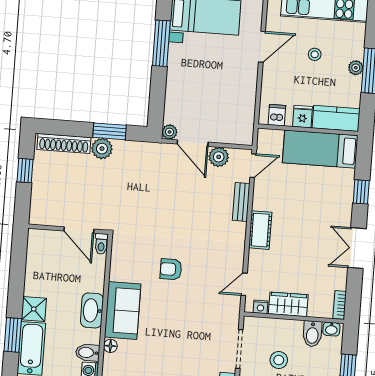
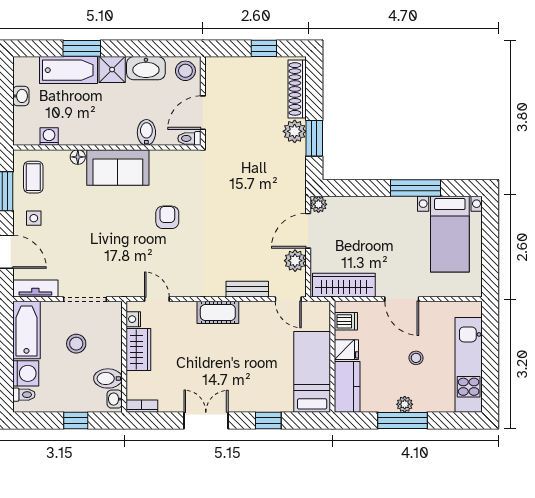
door: (262, 47) -> (402, 299), moved
wardrobe: (244, 114) -> (344, 285), added
stool: (40, 243) -> (185, 71), added
washbasin: (92, 310) -> (146, 68), moved, turned 180
bidet: (88, 353) -> (146, 132), moved

